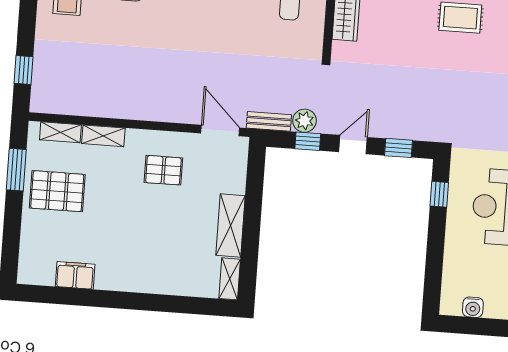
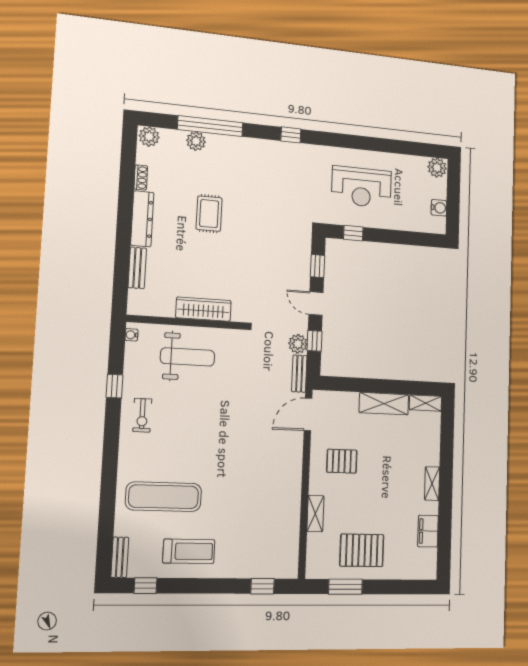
shelving: (60, 132) -> (432, 484), moved
pallet: (163, 170) -> (342, 461), turned 90
pallet: (57, 191) -> (362, 550), turned 90

